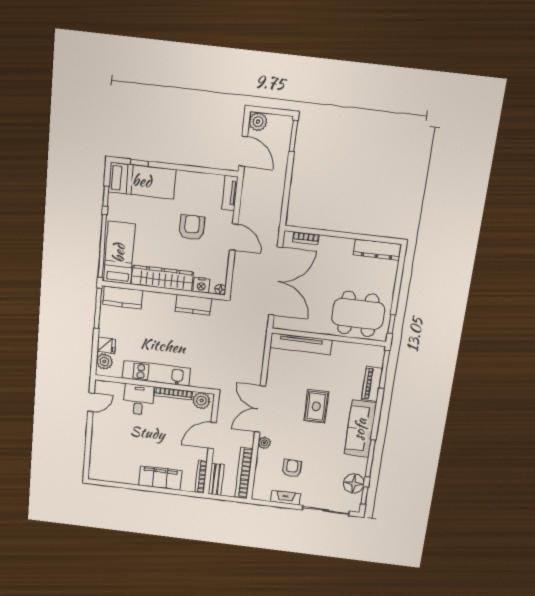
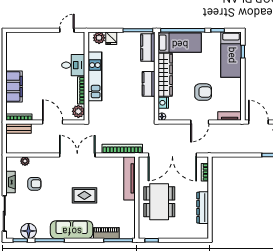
door: (243, 151) -> (258, 122), swing flipped
dresser: (377, 250) -> (203, 208), moved
kitchen counter: (193, 305) -> (149, 84), moved
dining table: (358, 314) -> (159, 202), moved
door: (91, 402) -> (67, 30), swing flipped
plant: (264, 443) -> (25, 161), moved
bookcase: (244, 473) -> (122, 149), moved

